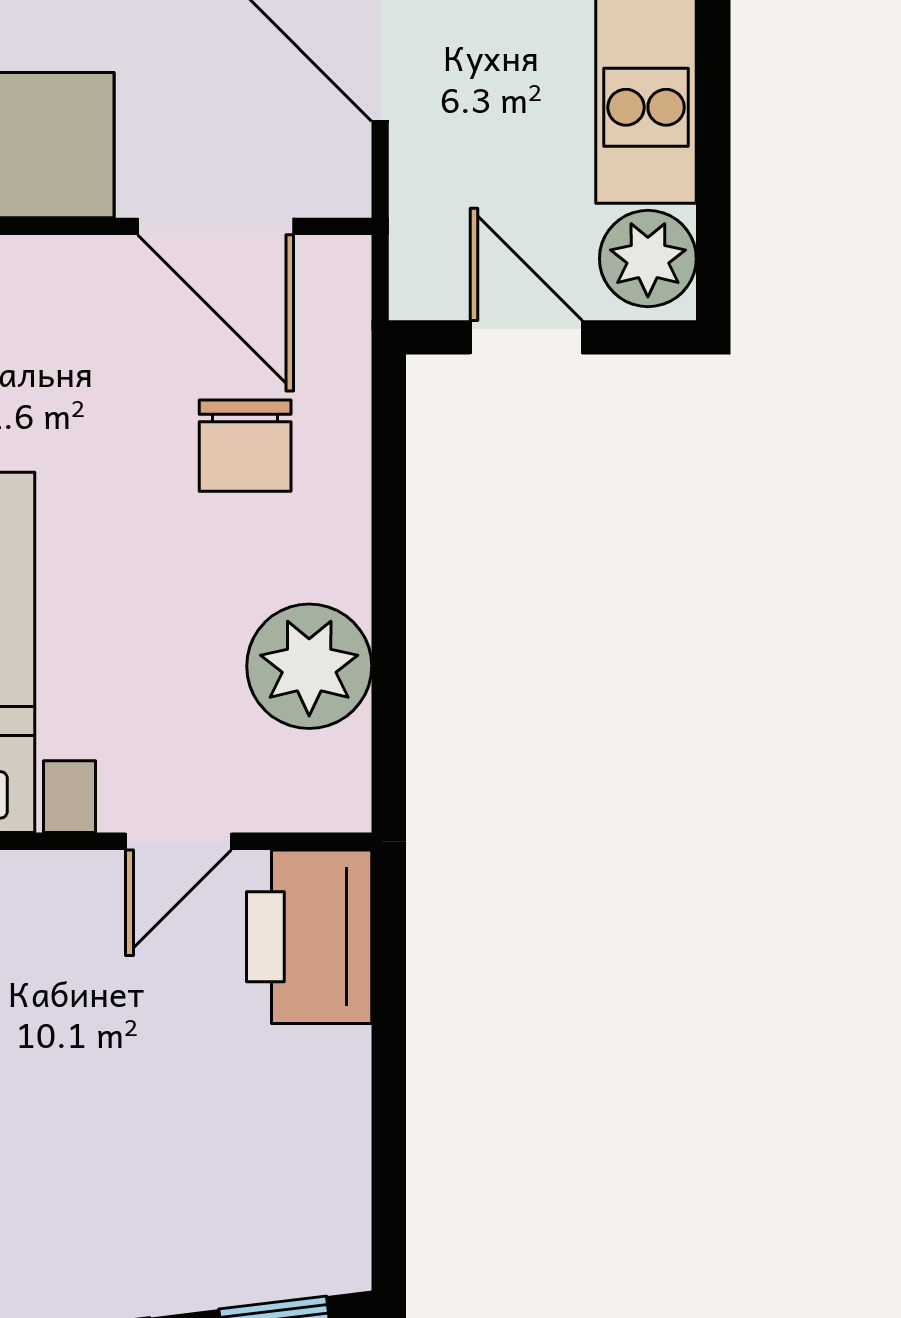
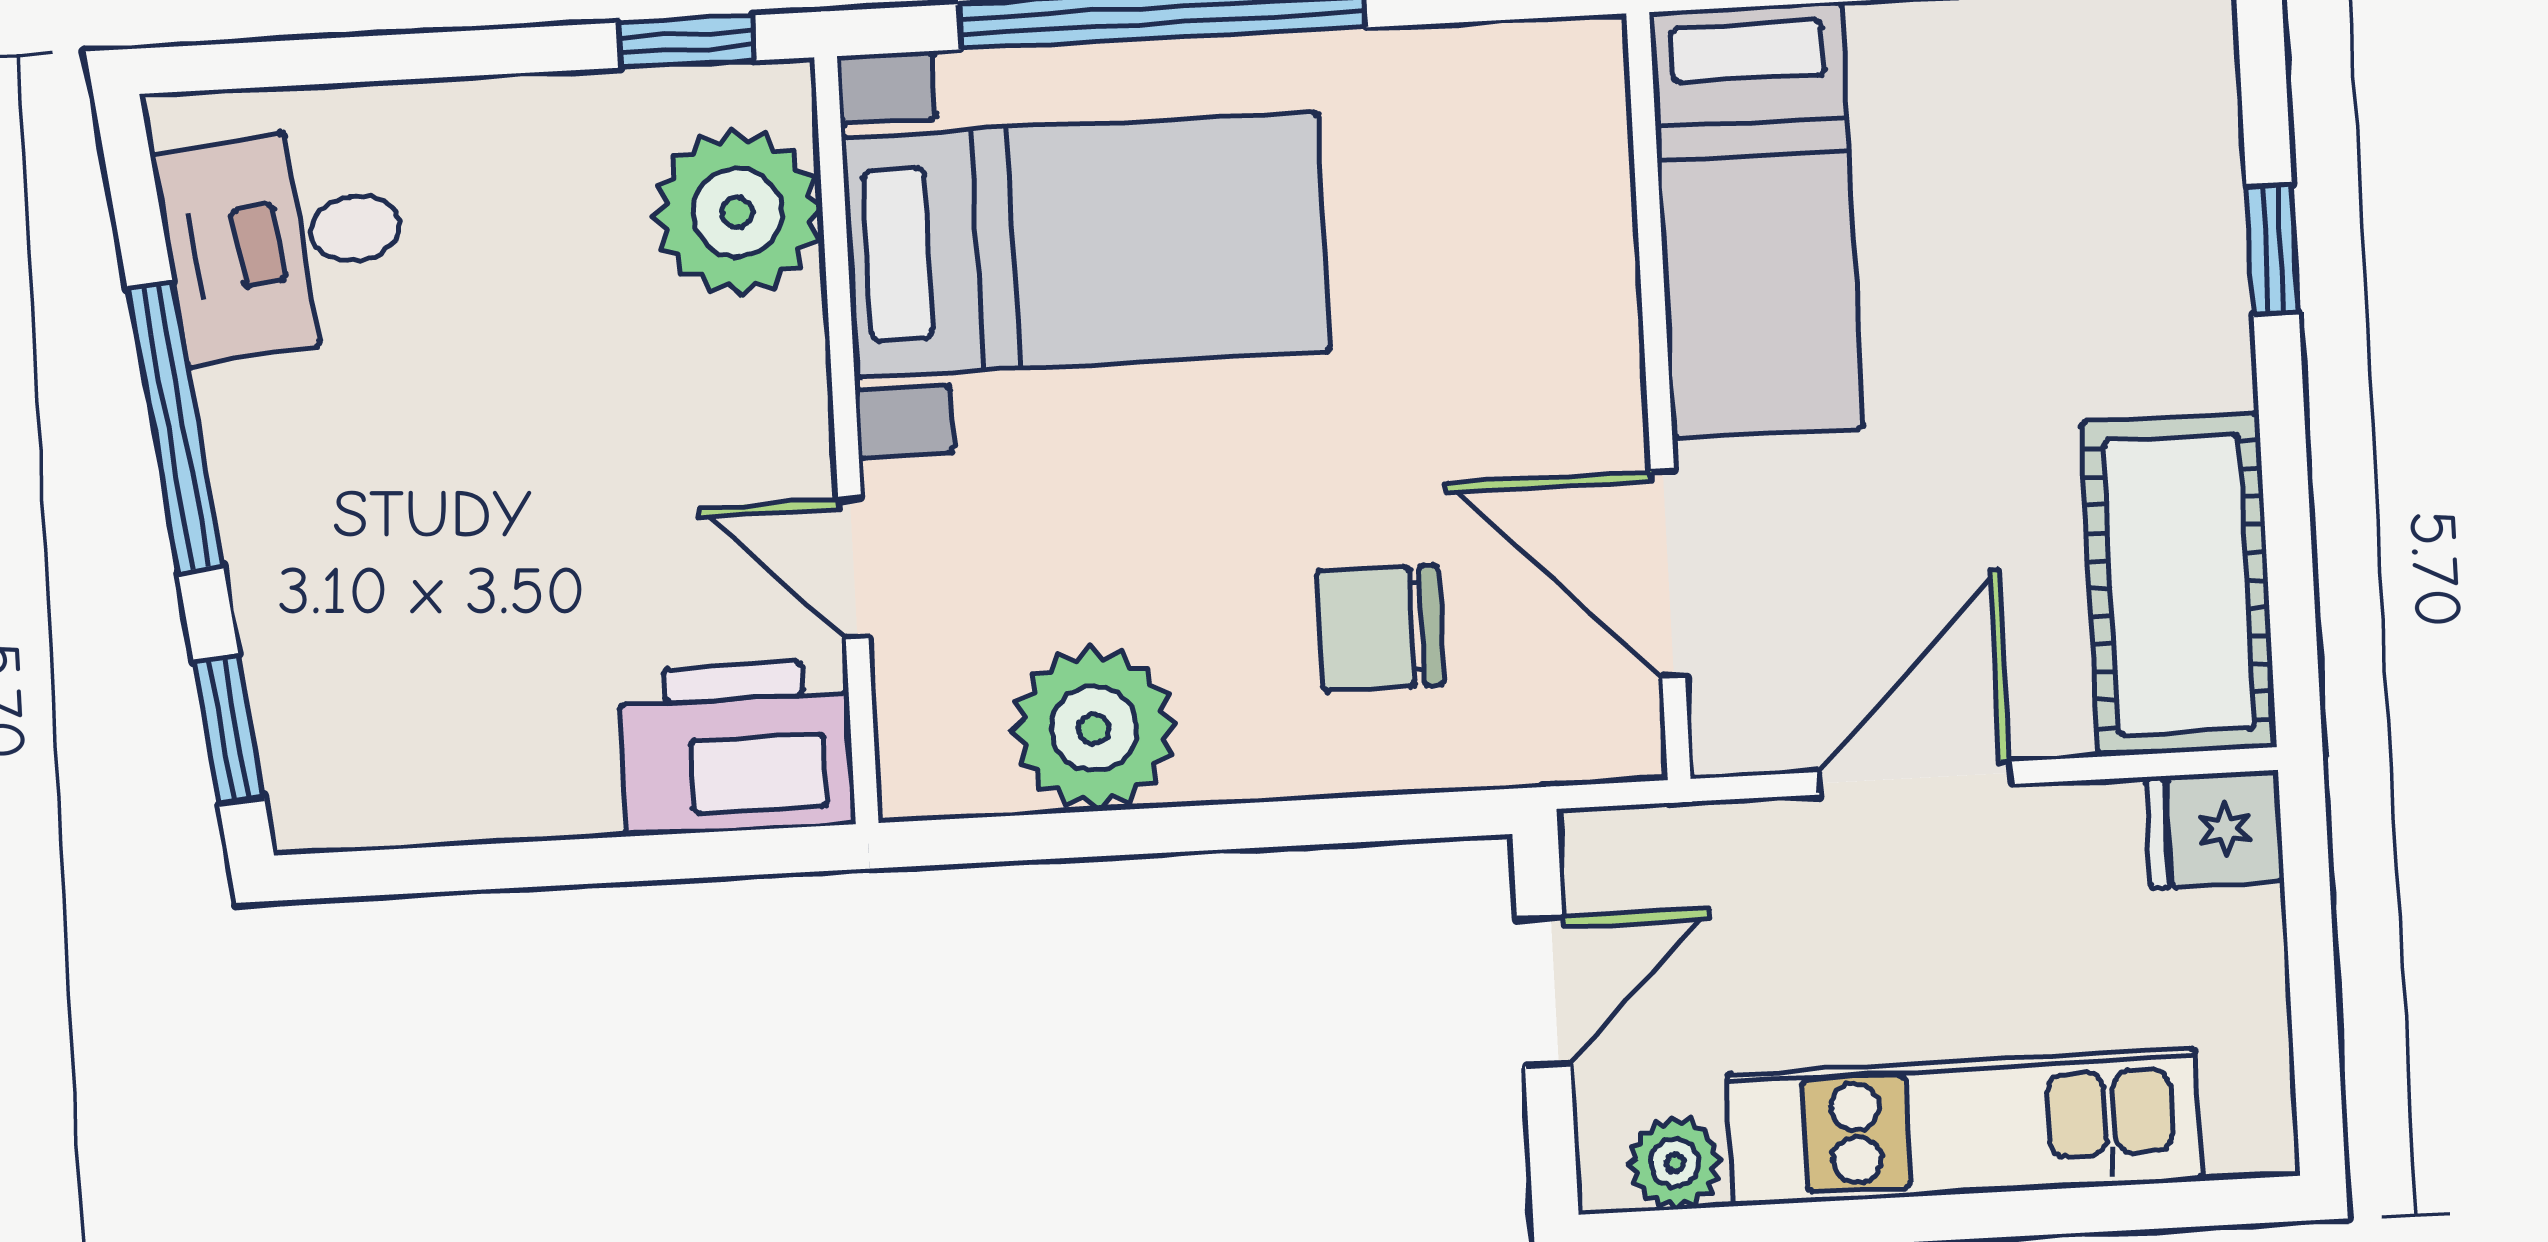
door: (216, 226) -> (1668, 574), hinge flipped
plant: (648, 259) -> (1675, 1163), width x0.73, depth x0.73

